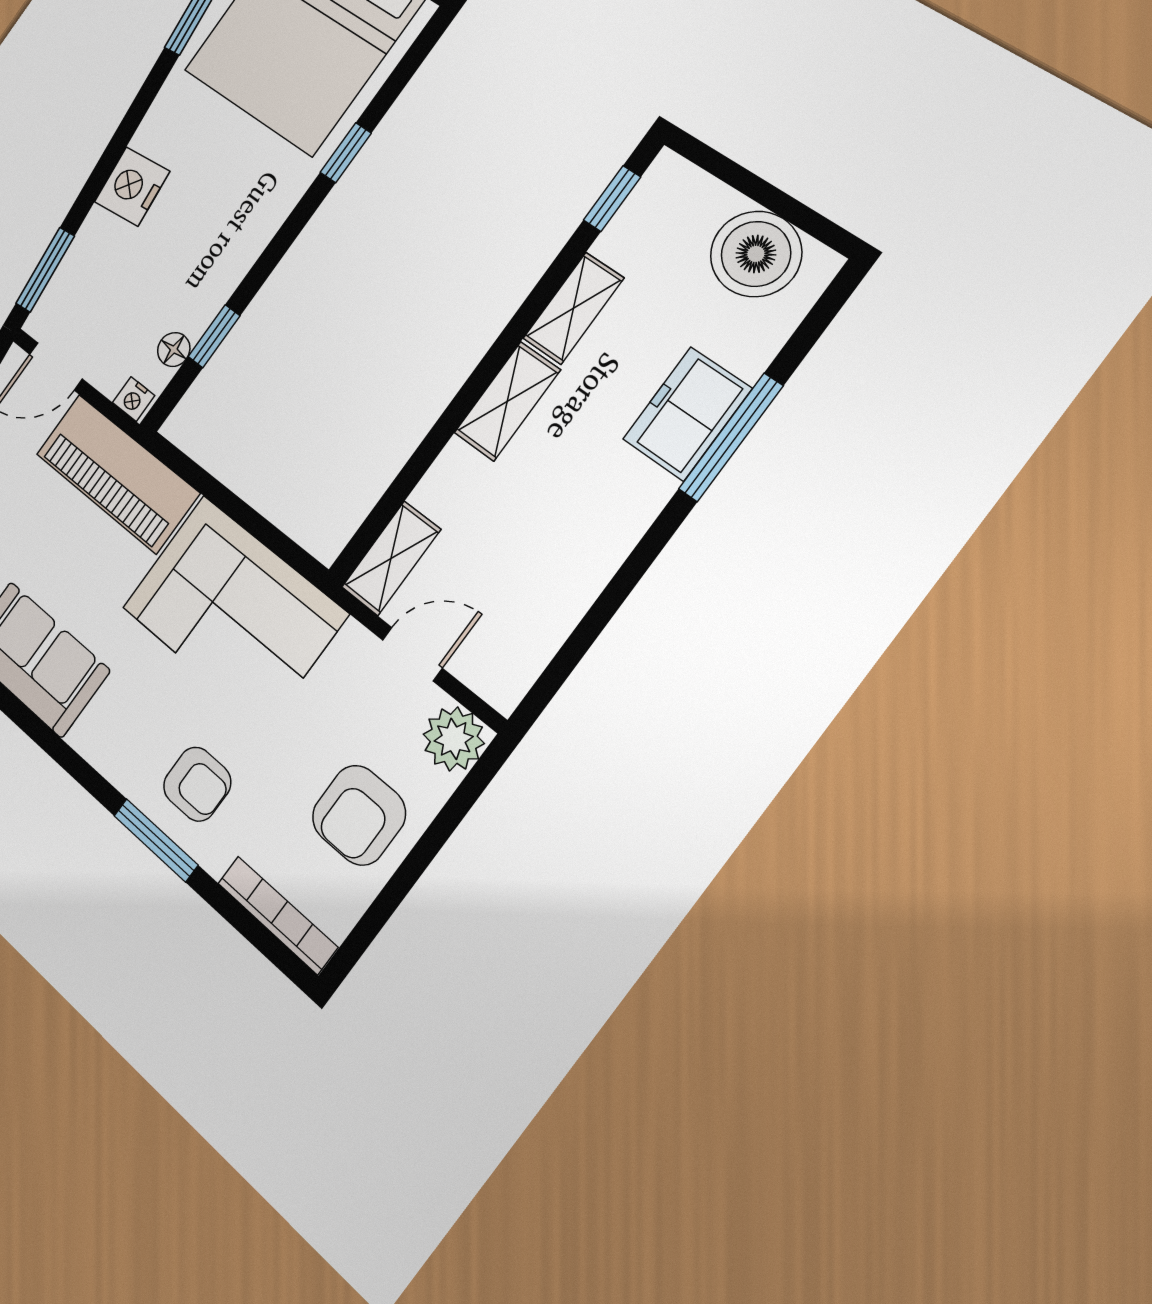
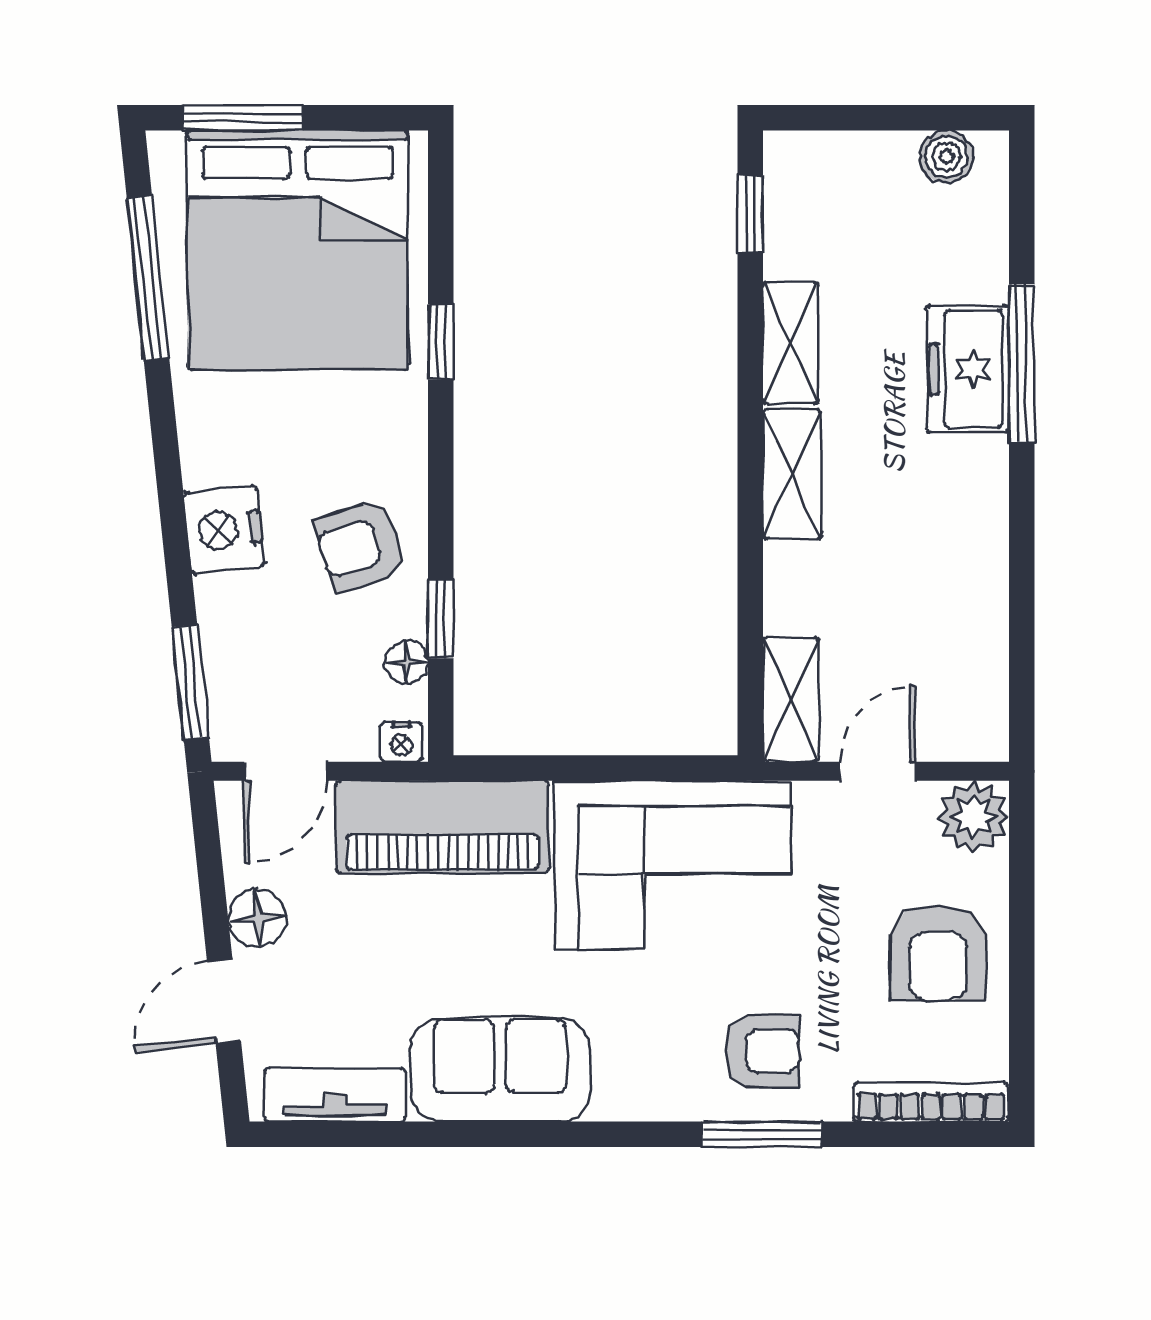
armchair: (202, 253) -> (360, 545), added
boiler: (756, 254) -> (946, 157), width x0.54, depth x0.54

